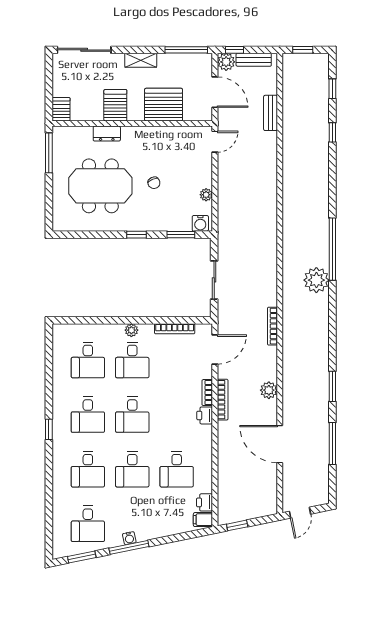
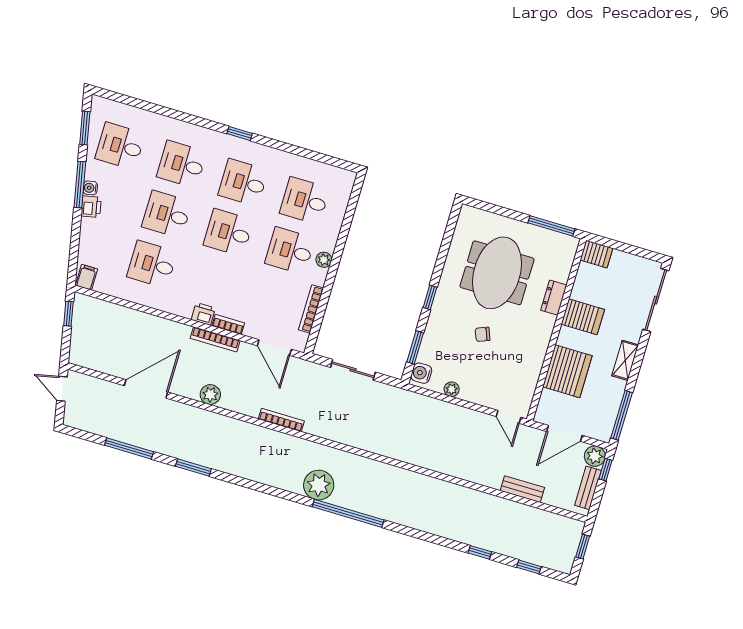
printer: (205, 502) -> (91, 207), moved, turned 79

